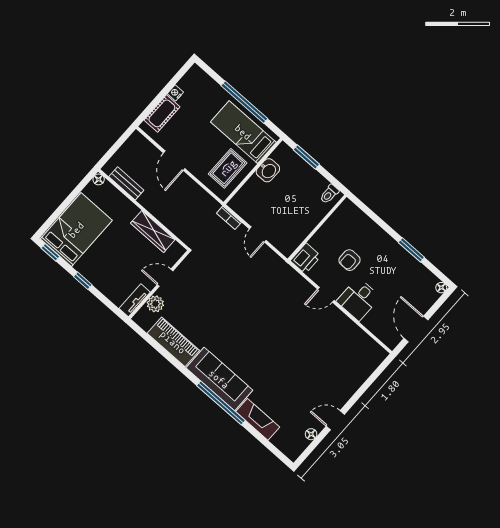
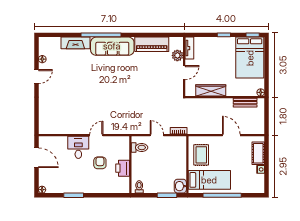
washbasin: (268, 170) -> (180, 186), moved
toilet: (290, 238) -> (139, 147), added
printer: (306, 258) -> (123, 168), moved

